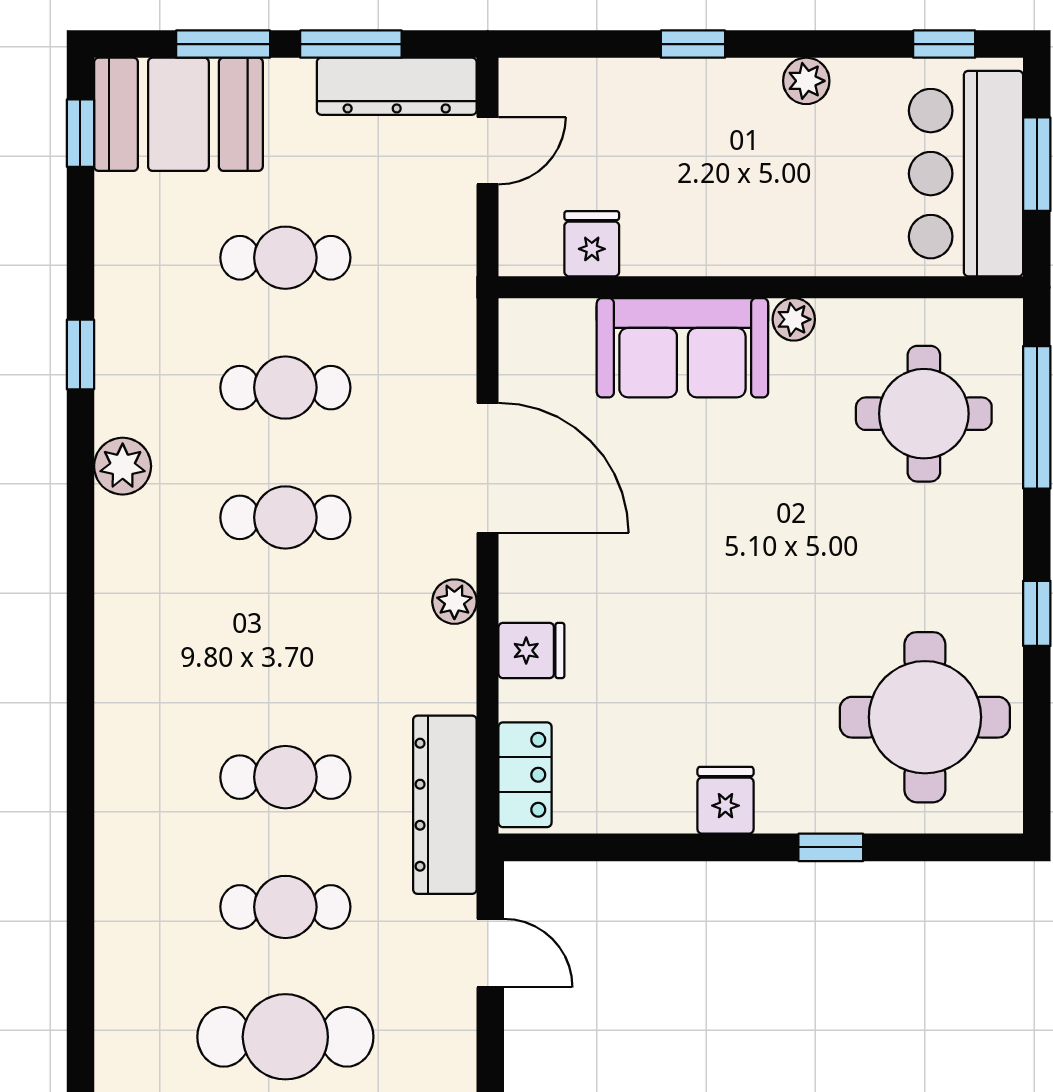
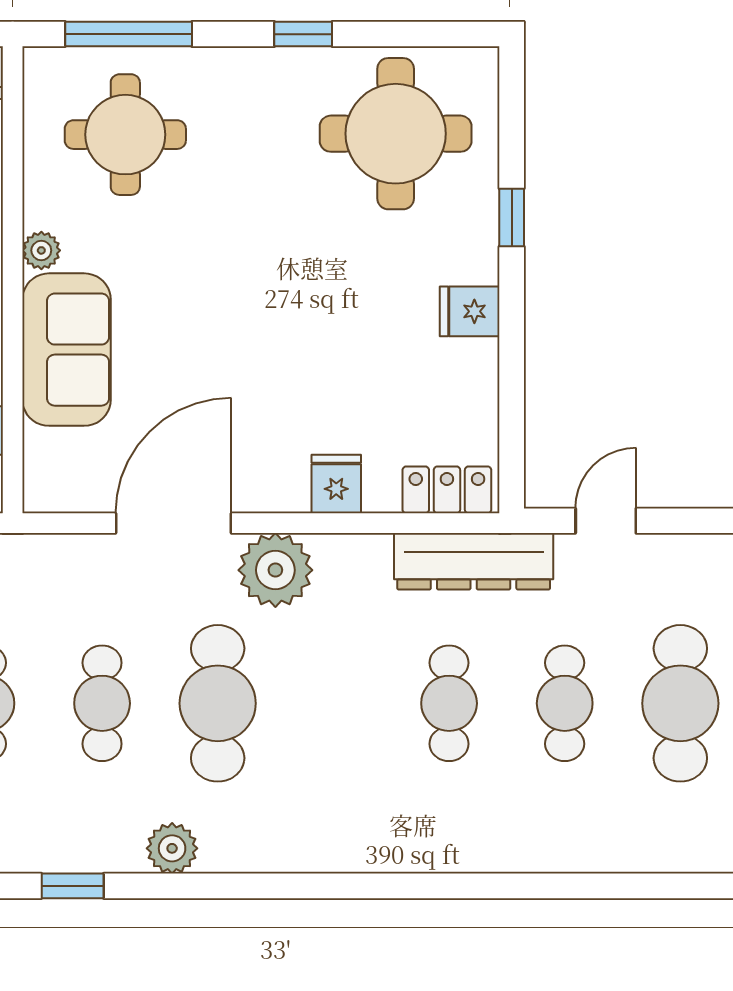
cafe table: (285, 517) -> (218, 703), width x1.37, depth x1.35
plant: (454, 602) -> (275, 570), width x1.87, depth x1.87

